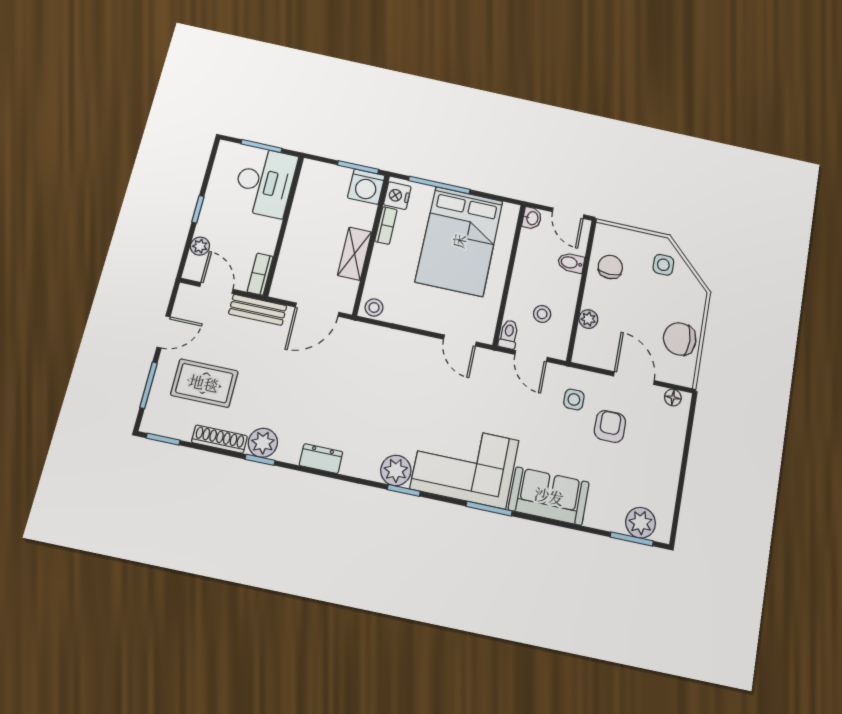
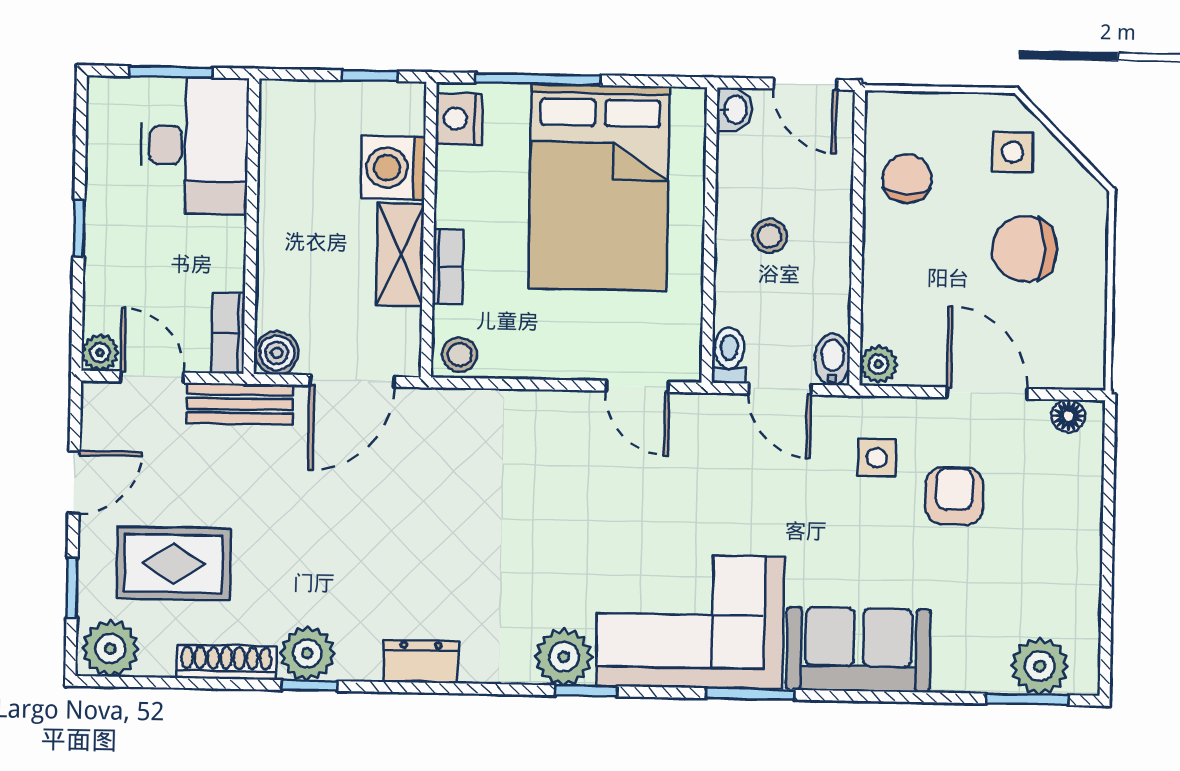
window: (358, 167) -> (370, 76), width x0.67
washing machine: (366, 187) -> (393, 168), moved, turned 90
bookcase: (386, 226) -> (448, 267), moved
plant: (200, 246) -> (100, 353), moved
bidet: (571, 263) -> (832, 359), moved, turned 90
boiler: (282, 289) -> (277, 353), added
stool: (542, 314) -> (770, 236), moved
plant: (588, 319) -> (878, 364), moved
chair: (680, 339) -> (1024, 249), moved
window: (149, 385) -> (72, 588), width x0.67
plant: (160, 420) -> (110, 648), added
window: (163, 439) -> (124, 682), removed

